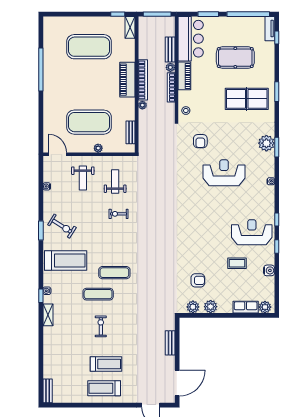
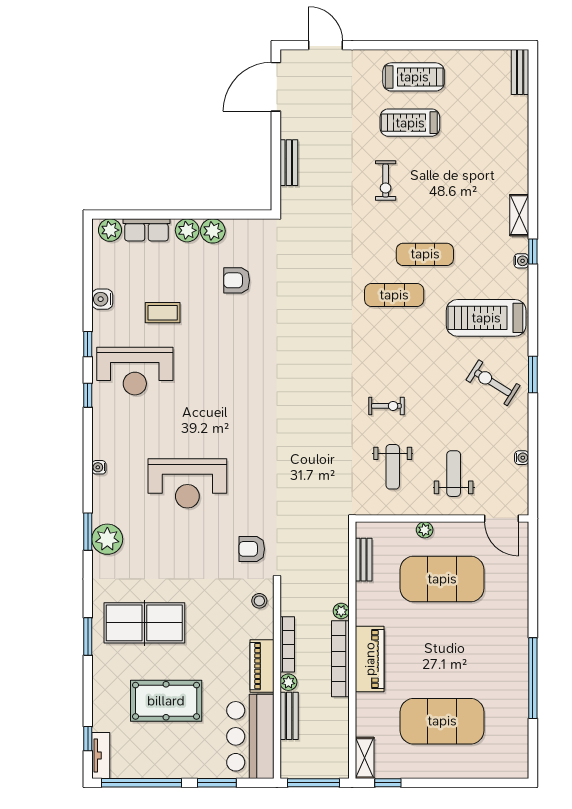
armchair: (200, 141) -> (252, 549), moved, turned -90
plant: (193, 307) -> (187, 230), moved
exercise bike: (101, 326) -> (386, 181), moved

